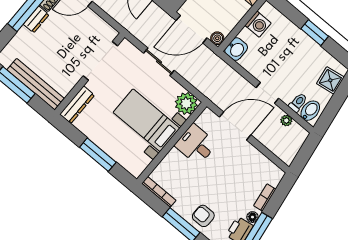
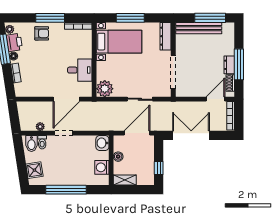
window: (315, 33) -> (66, 190), width x2.11
boiler: (217, 38) -> (118, 157), moved
bed with nightstands: (147, 120) -> (119, 42), moved

